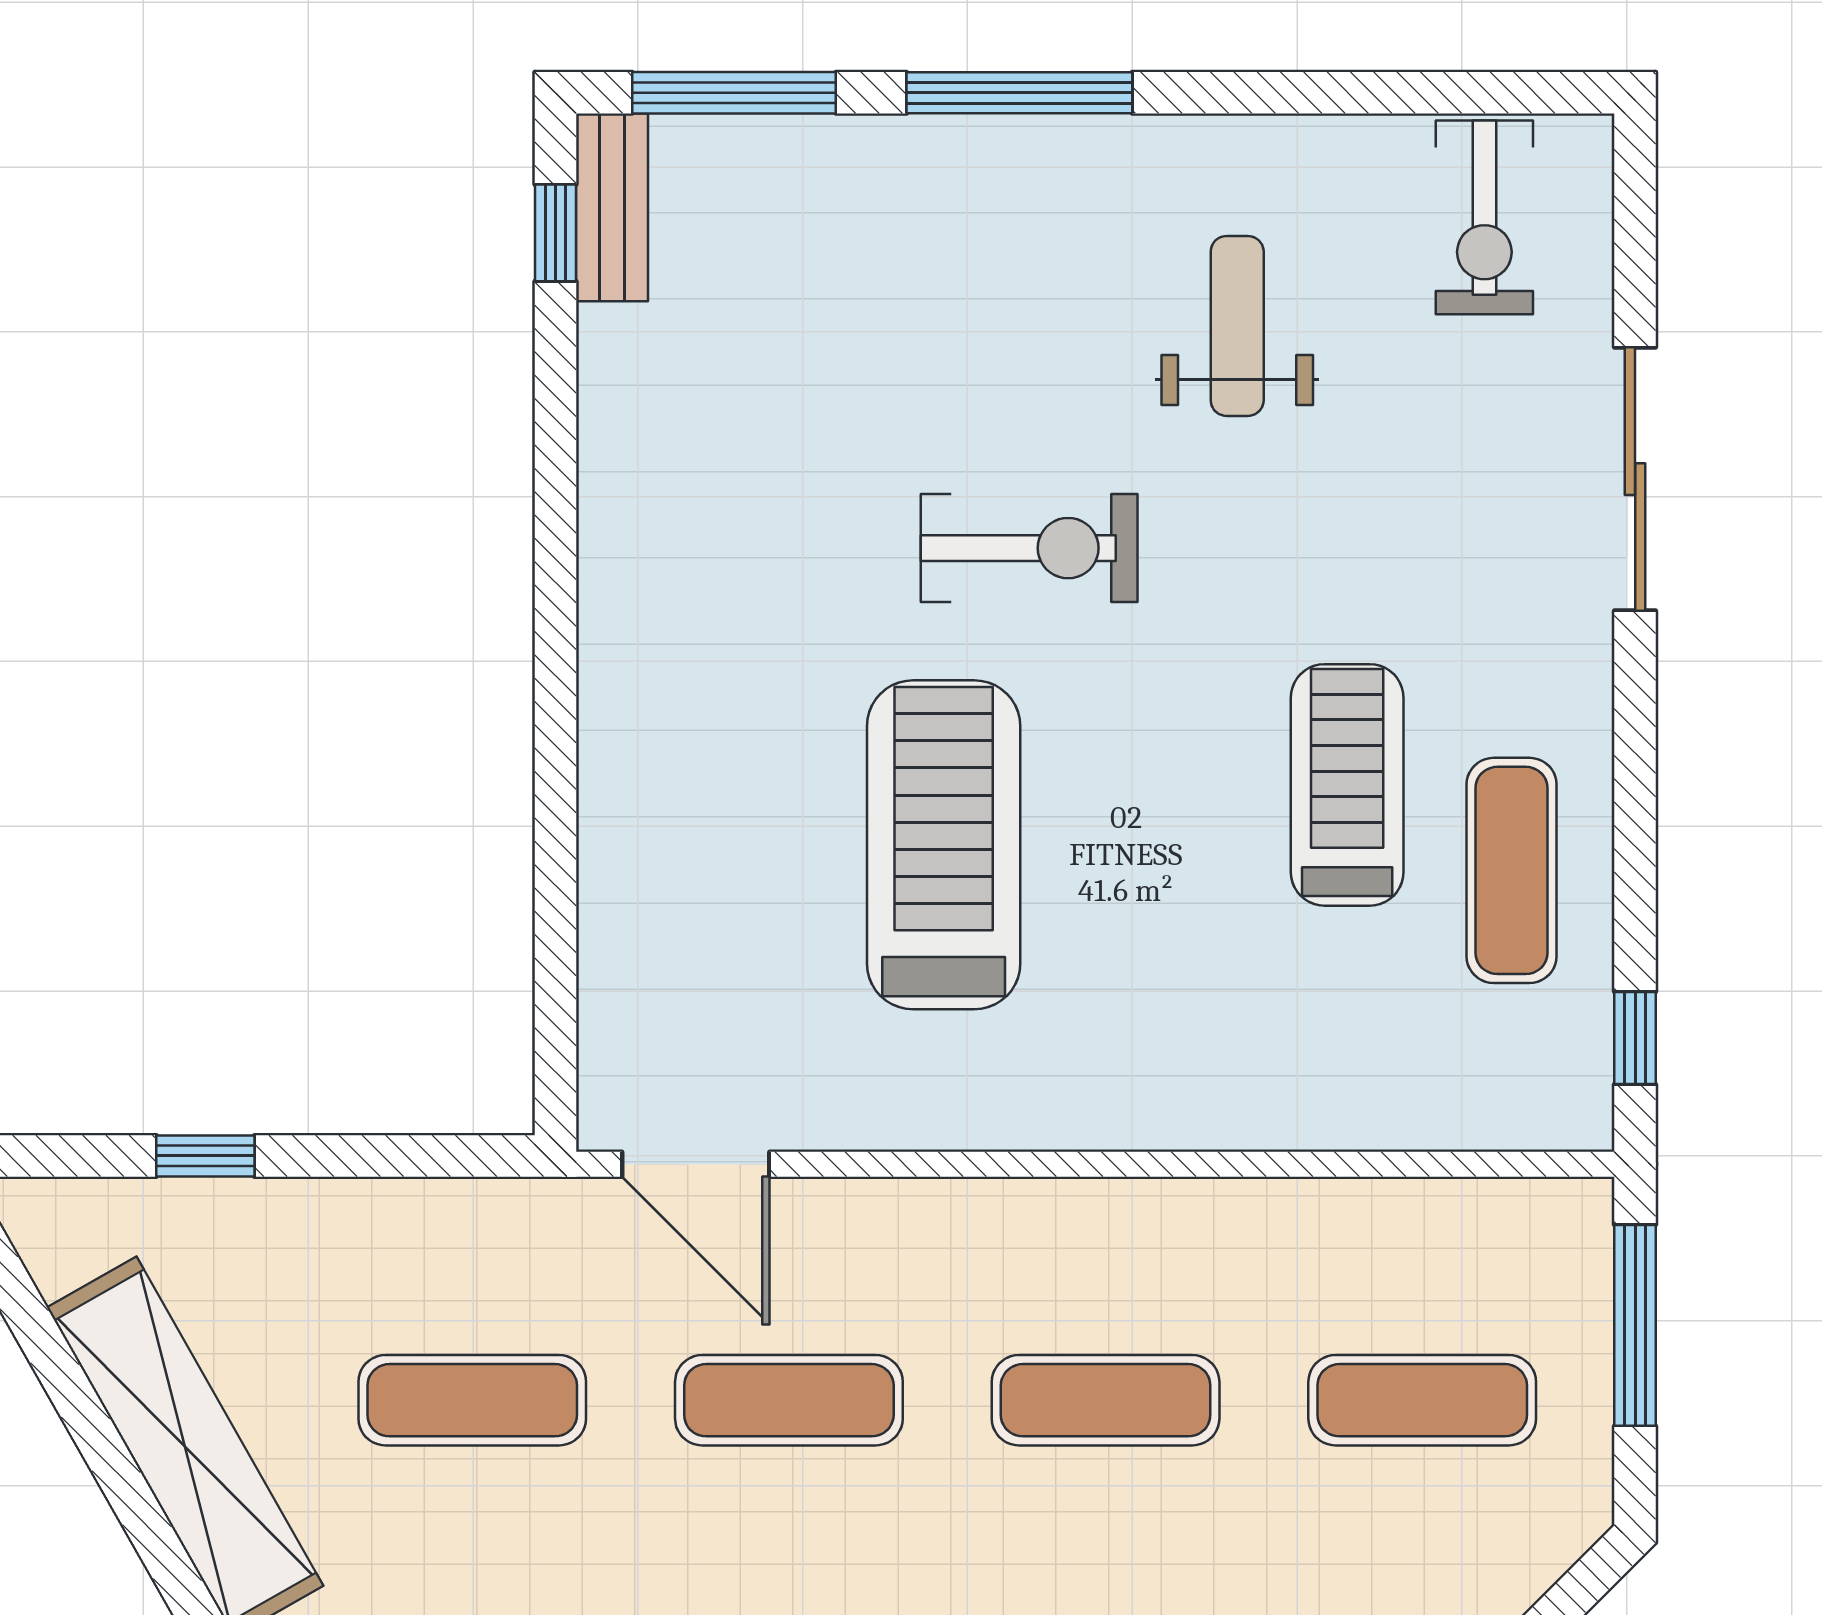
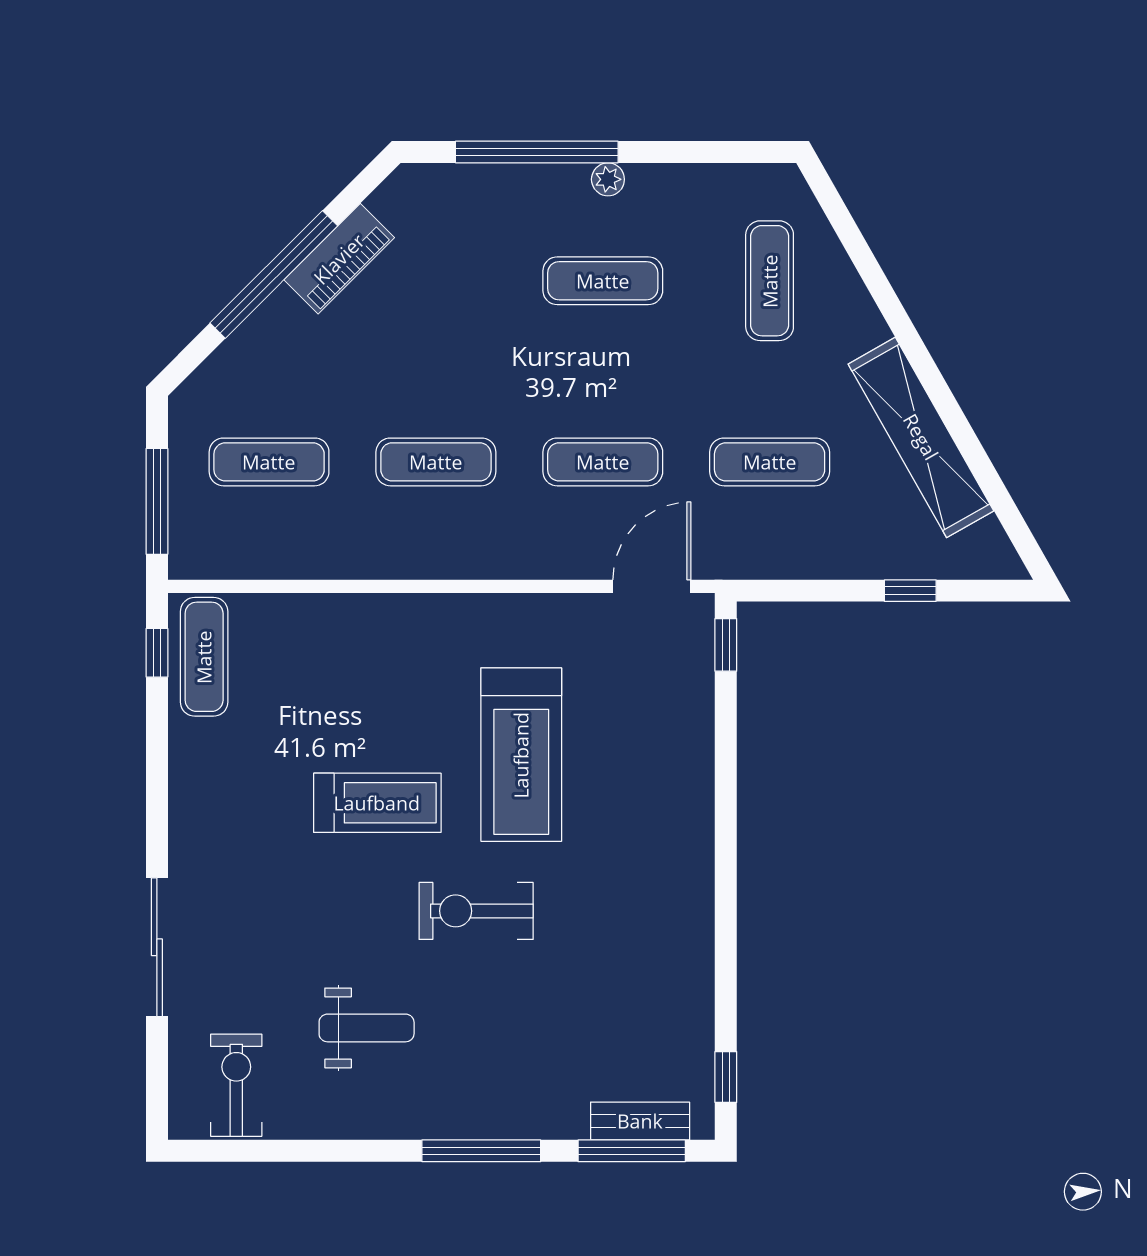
bench: (612, 207) -> (640, 1121), moved, turned 90
weight bench: (1237, 326) -> (367, 1028), turned -90
treadmill: (1347, 785) -> (377, 803), moved, turned -90
exercise mat: (1512, 870) -> (204, 657), moved
window: (555, 1053) -> (726, 645), added
door: (696, 1164) -> (652, 586), hinge flipped

